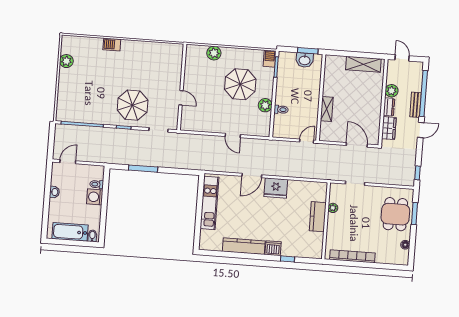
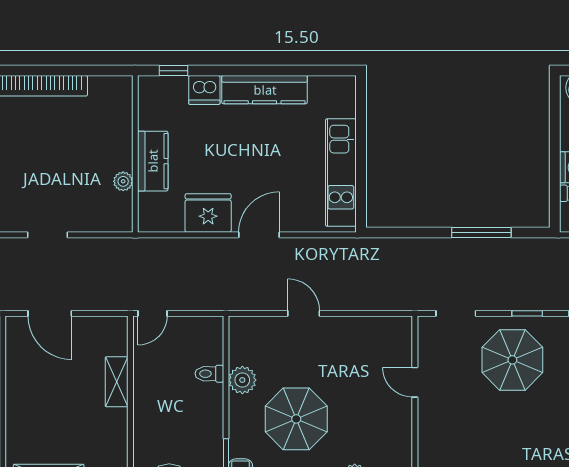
plant: (333, 208) -> (123, 181), moved
kitchen counter: (318, 217) -> (153, 161), moved
wall: (326, 221) -> (135, 154), moved

